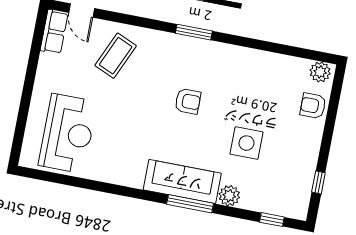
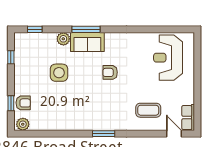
coffee table: (116, 56) -> (148, 110), turned 66
armchair: (188, 101) -> (110, 72), moved
window: (333, 109) -> (11, 103), added
sofa: (182, 181) -> (87, 42), width x0.73

